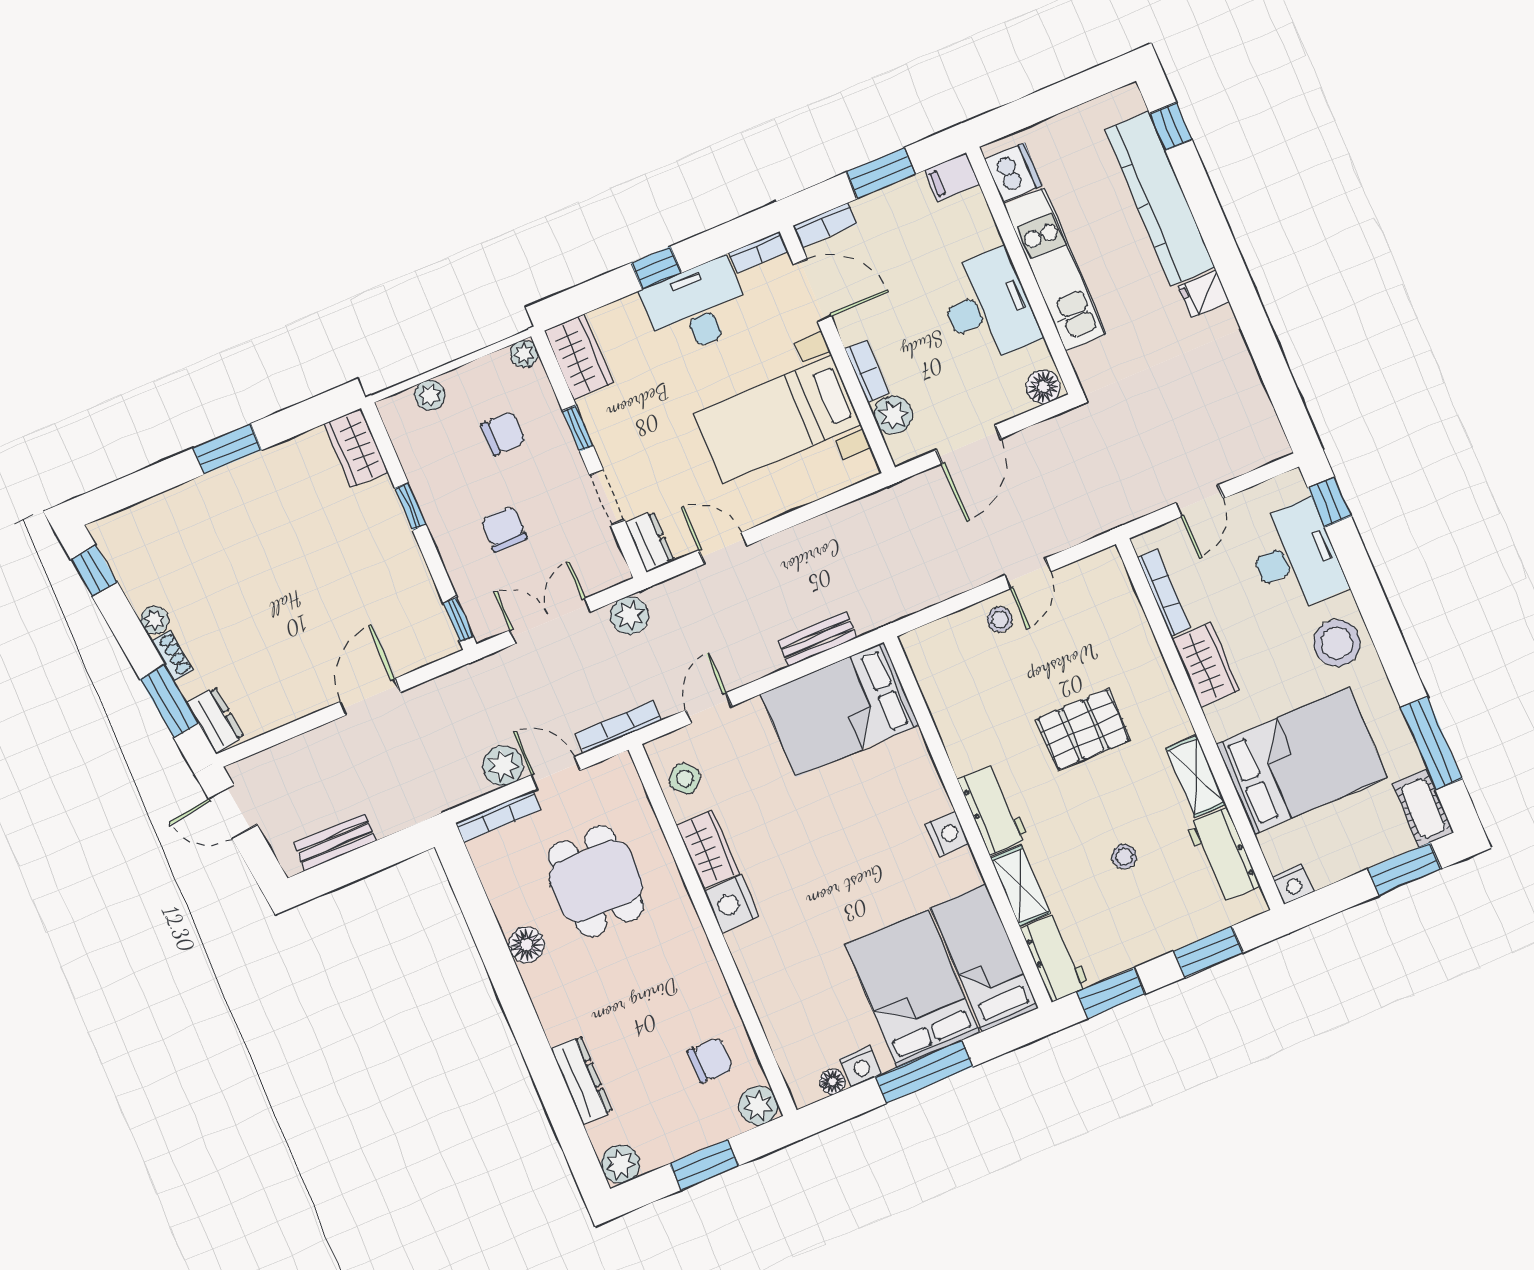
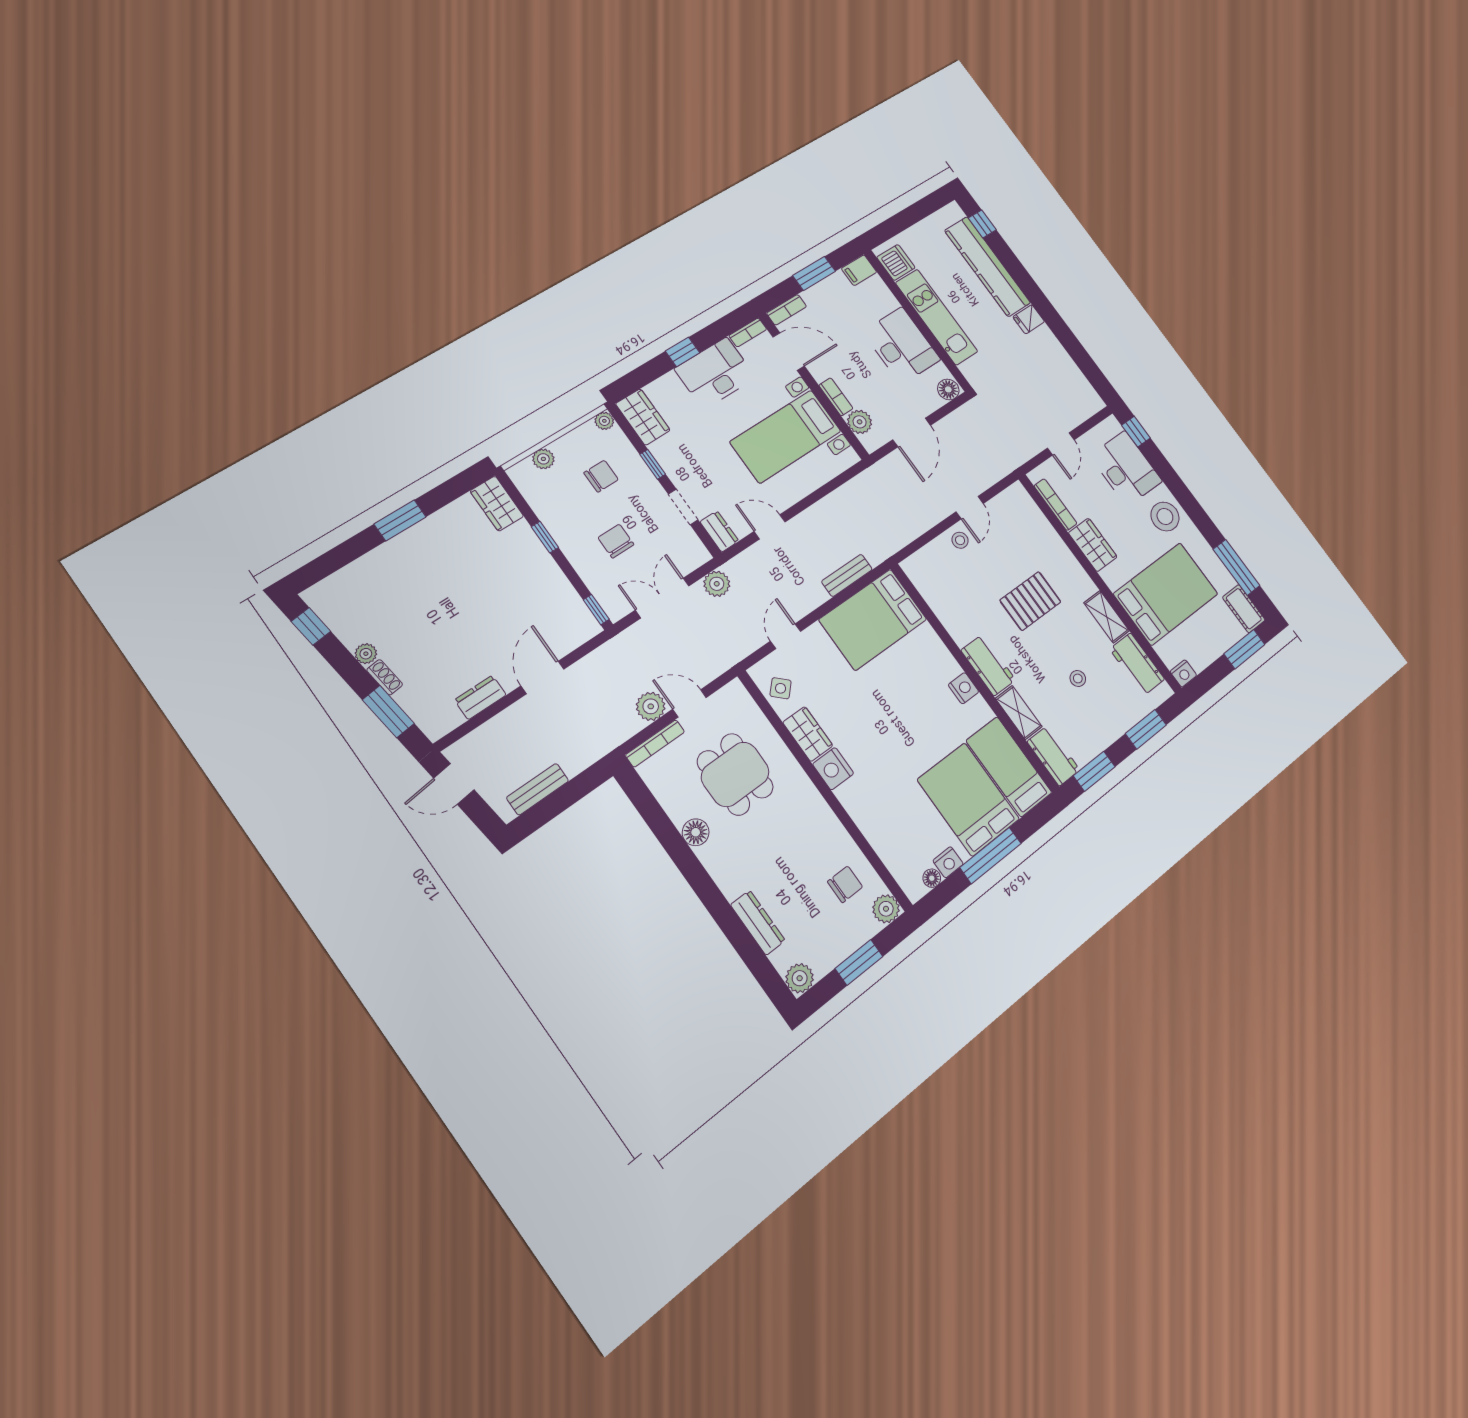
dresser: (215, 720) -> (480, 697), moved, turned -83
bookcase: (619, 727) -> (727, 662), removed

